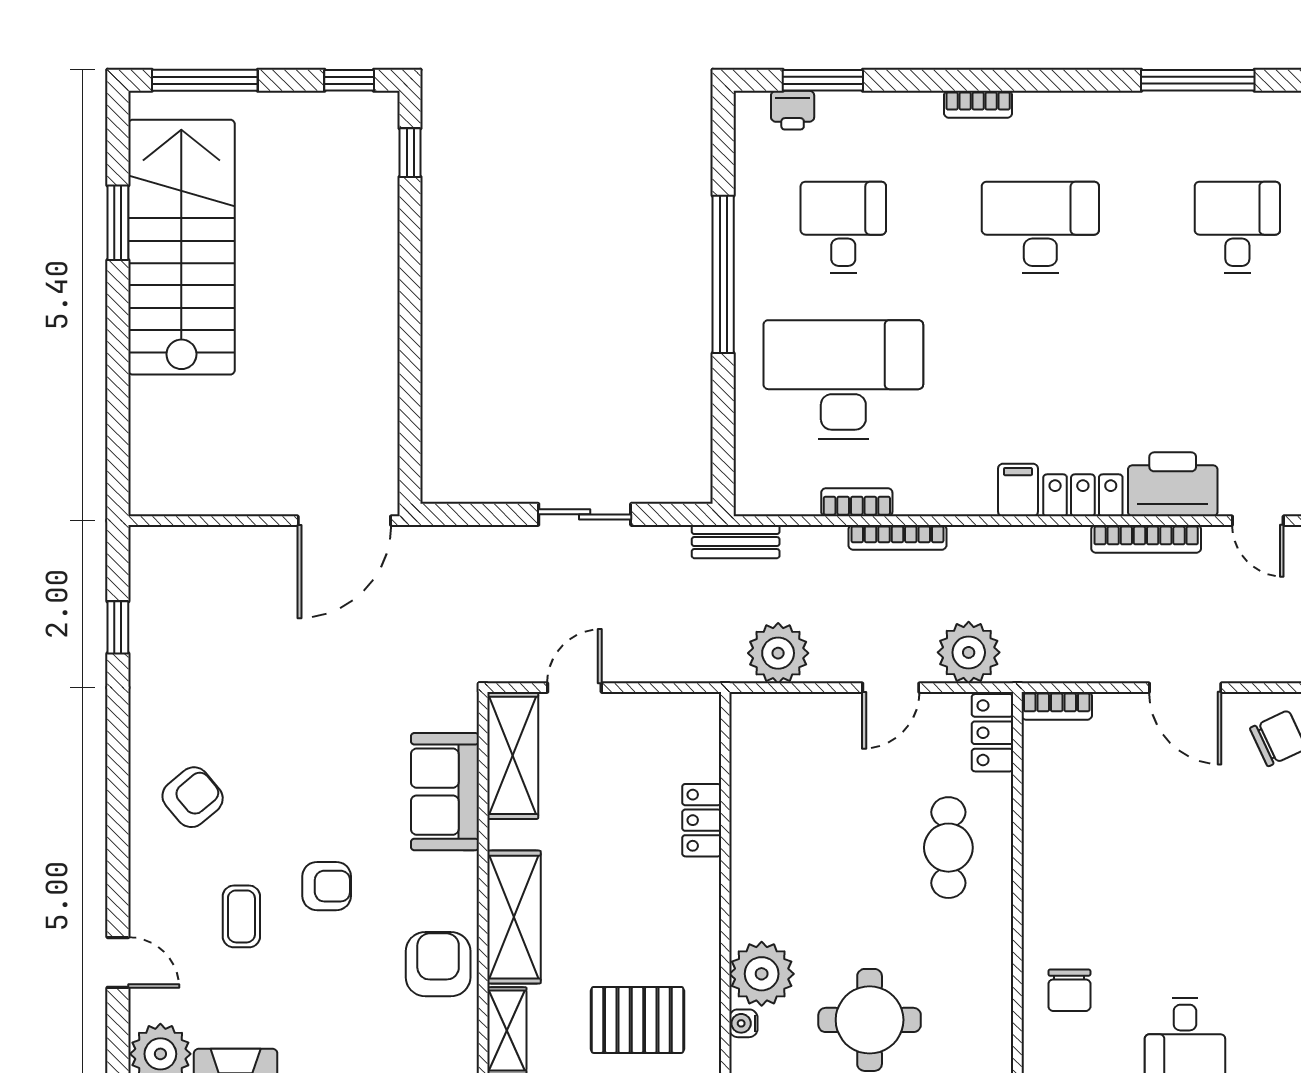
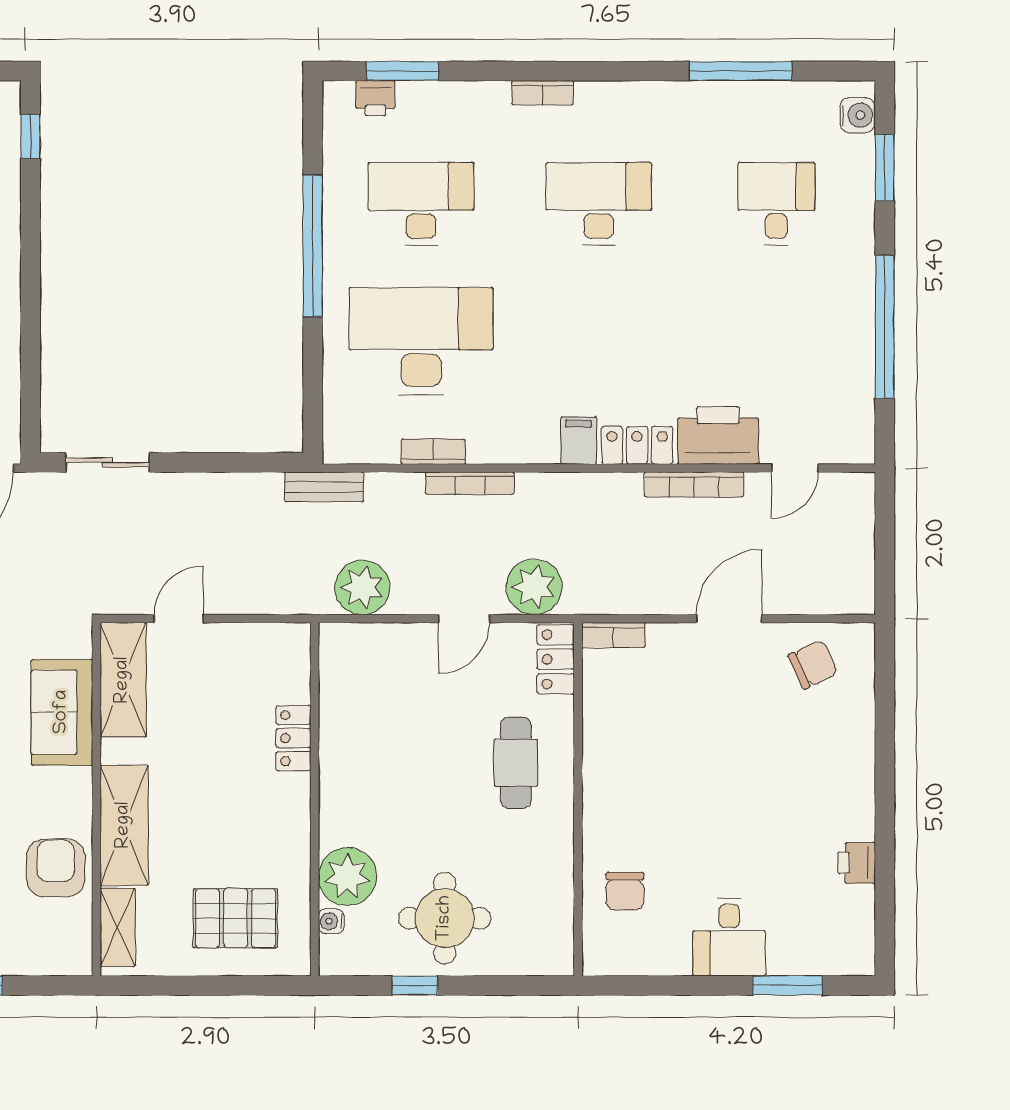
desk: (843, 227) -> (421, 204), width x1.37
sliding door: (585, 514) -> (107, 462), moved
door: (1258, 521) -> (795, 468), hinge flipped
door: (1185, 688) -> (729, 619), swing flipped

